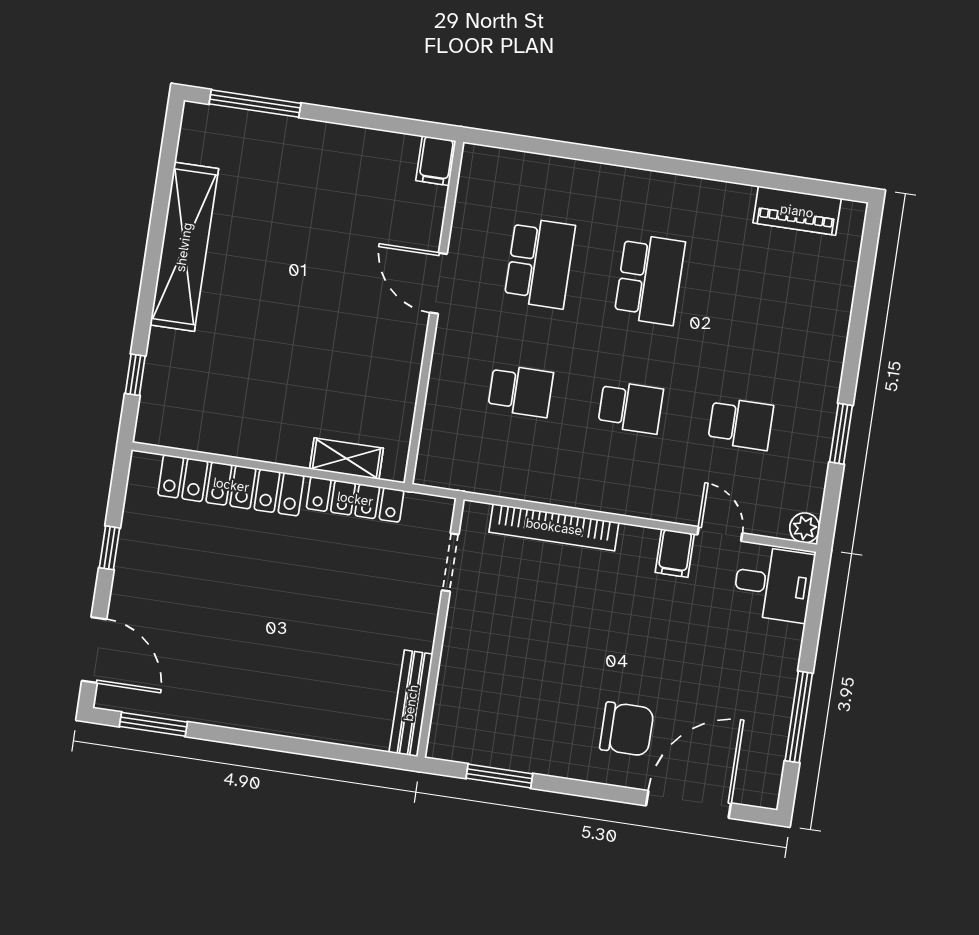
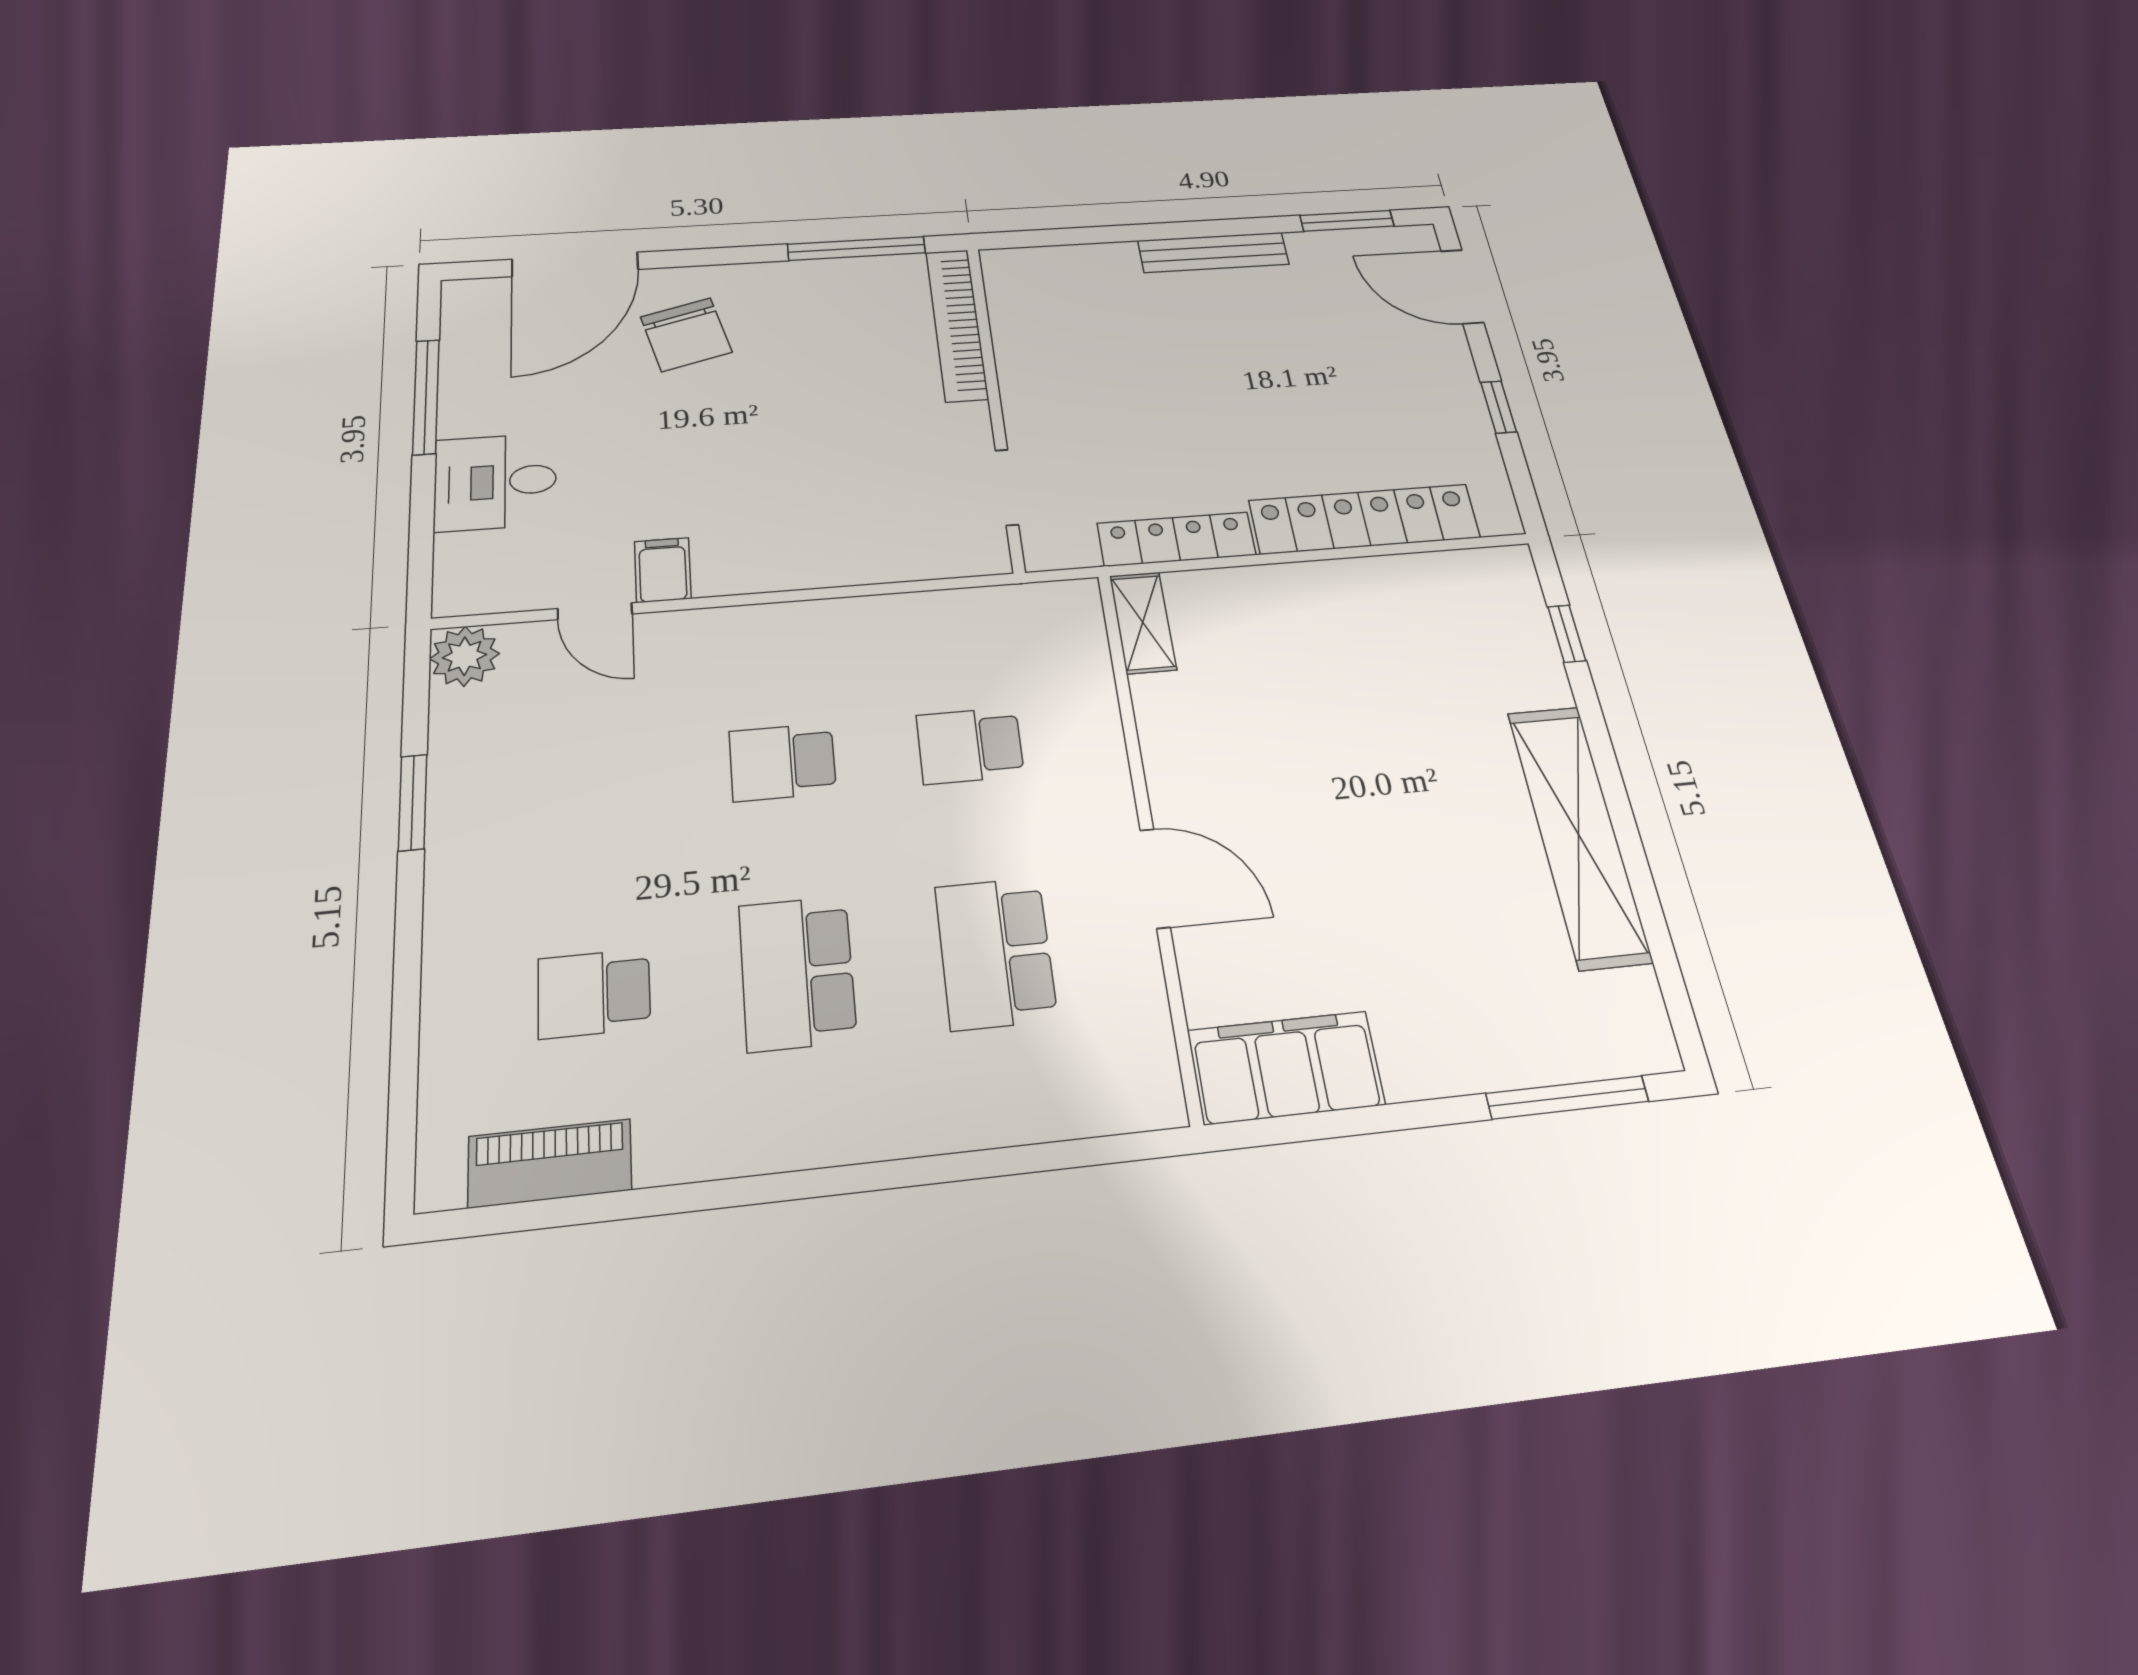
filing cabinet: (436, 161) -> (1286, 1067), width x3.00, depth x1.17
school desk: (741, 424) -> (594, 993), moved
shelving: (347, 459) -> (1143, 623), moved, turned 90
bookcase: (554, 527) -> (957, 324), moved, turned -90
plant: (805, 528) -> (465, 656), width x1.38, depth x1.38
desk: (774, 584) -> (495, 482), moved
bench: (411, 703) -> (1213, 252), moved, turned 90
chair: (627, 729) -> (686, 335), turned -105
window: (499, 776) -> (856, 248), width x1.44

